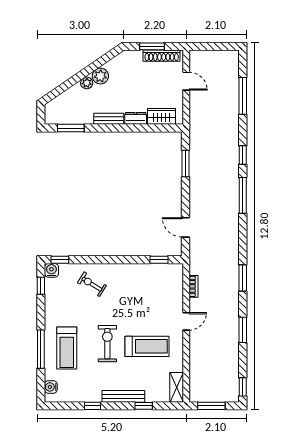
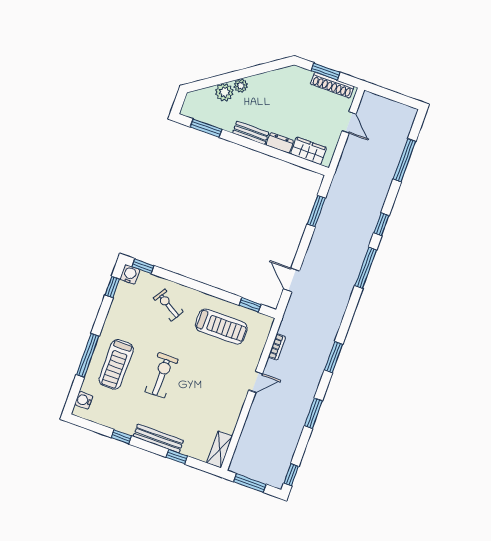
plant: (100, 76) -> (224, 92), moved
treadmill: (147, 346) -> (221, 326), moved

